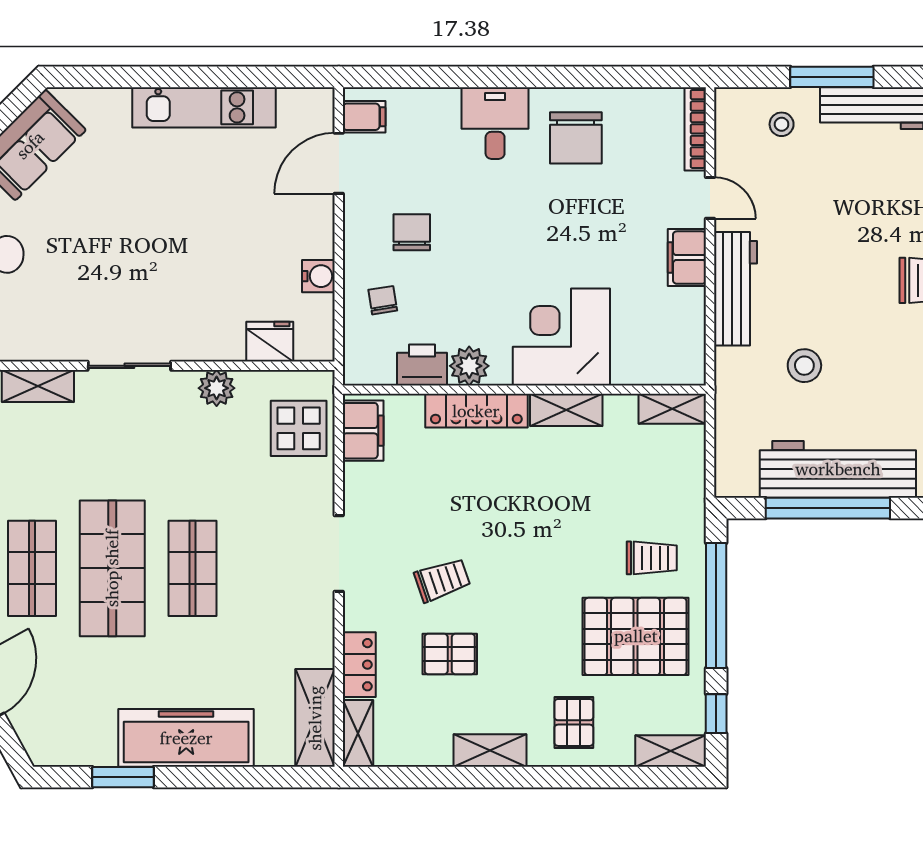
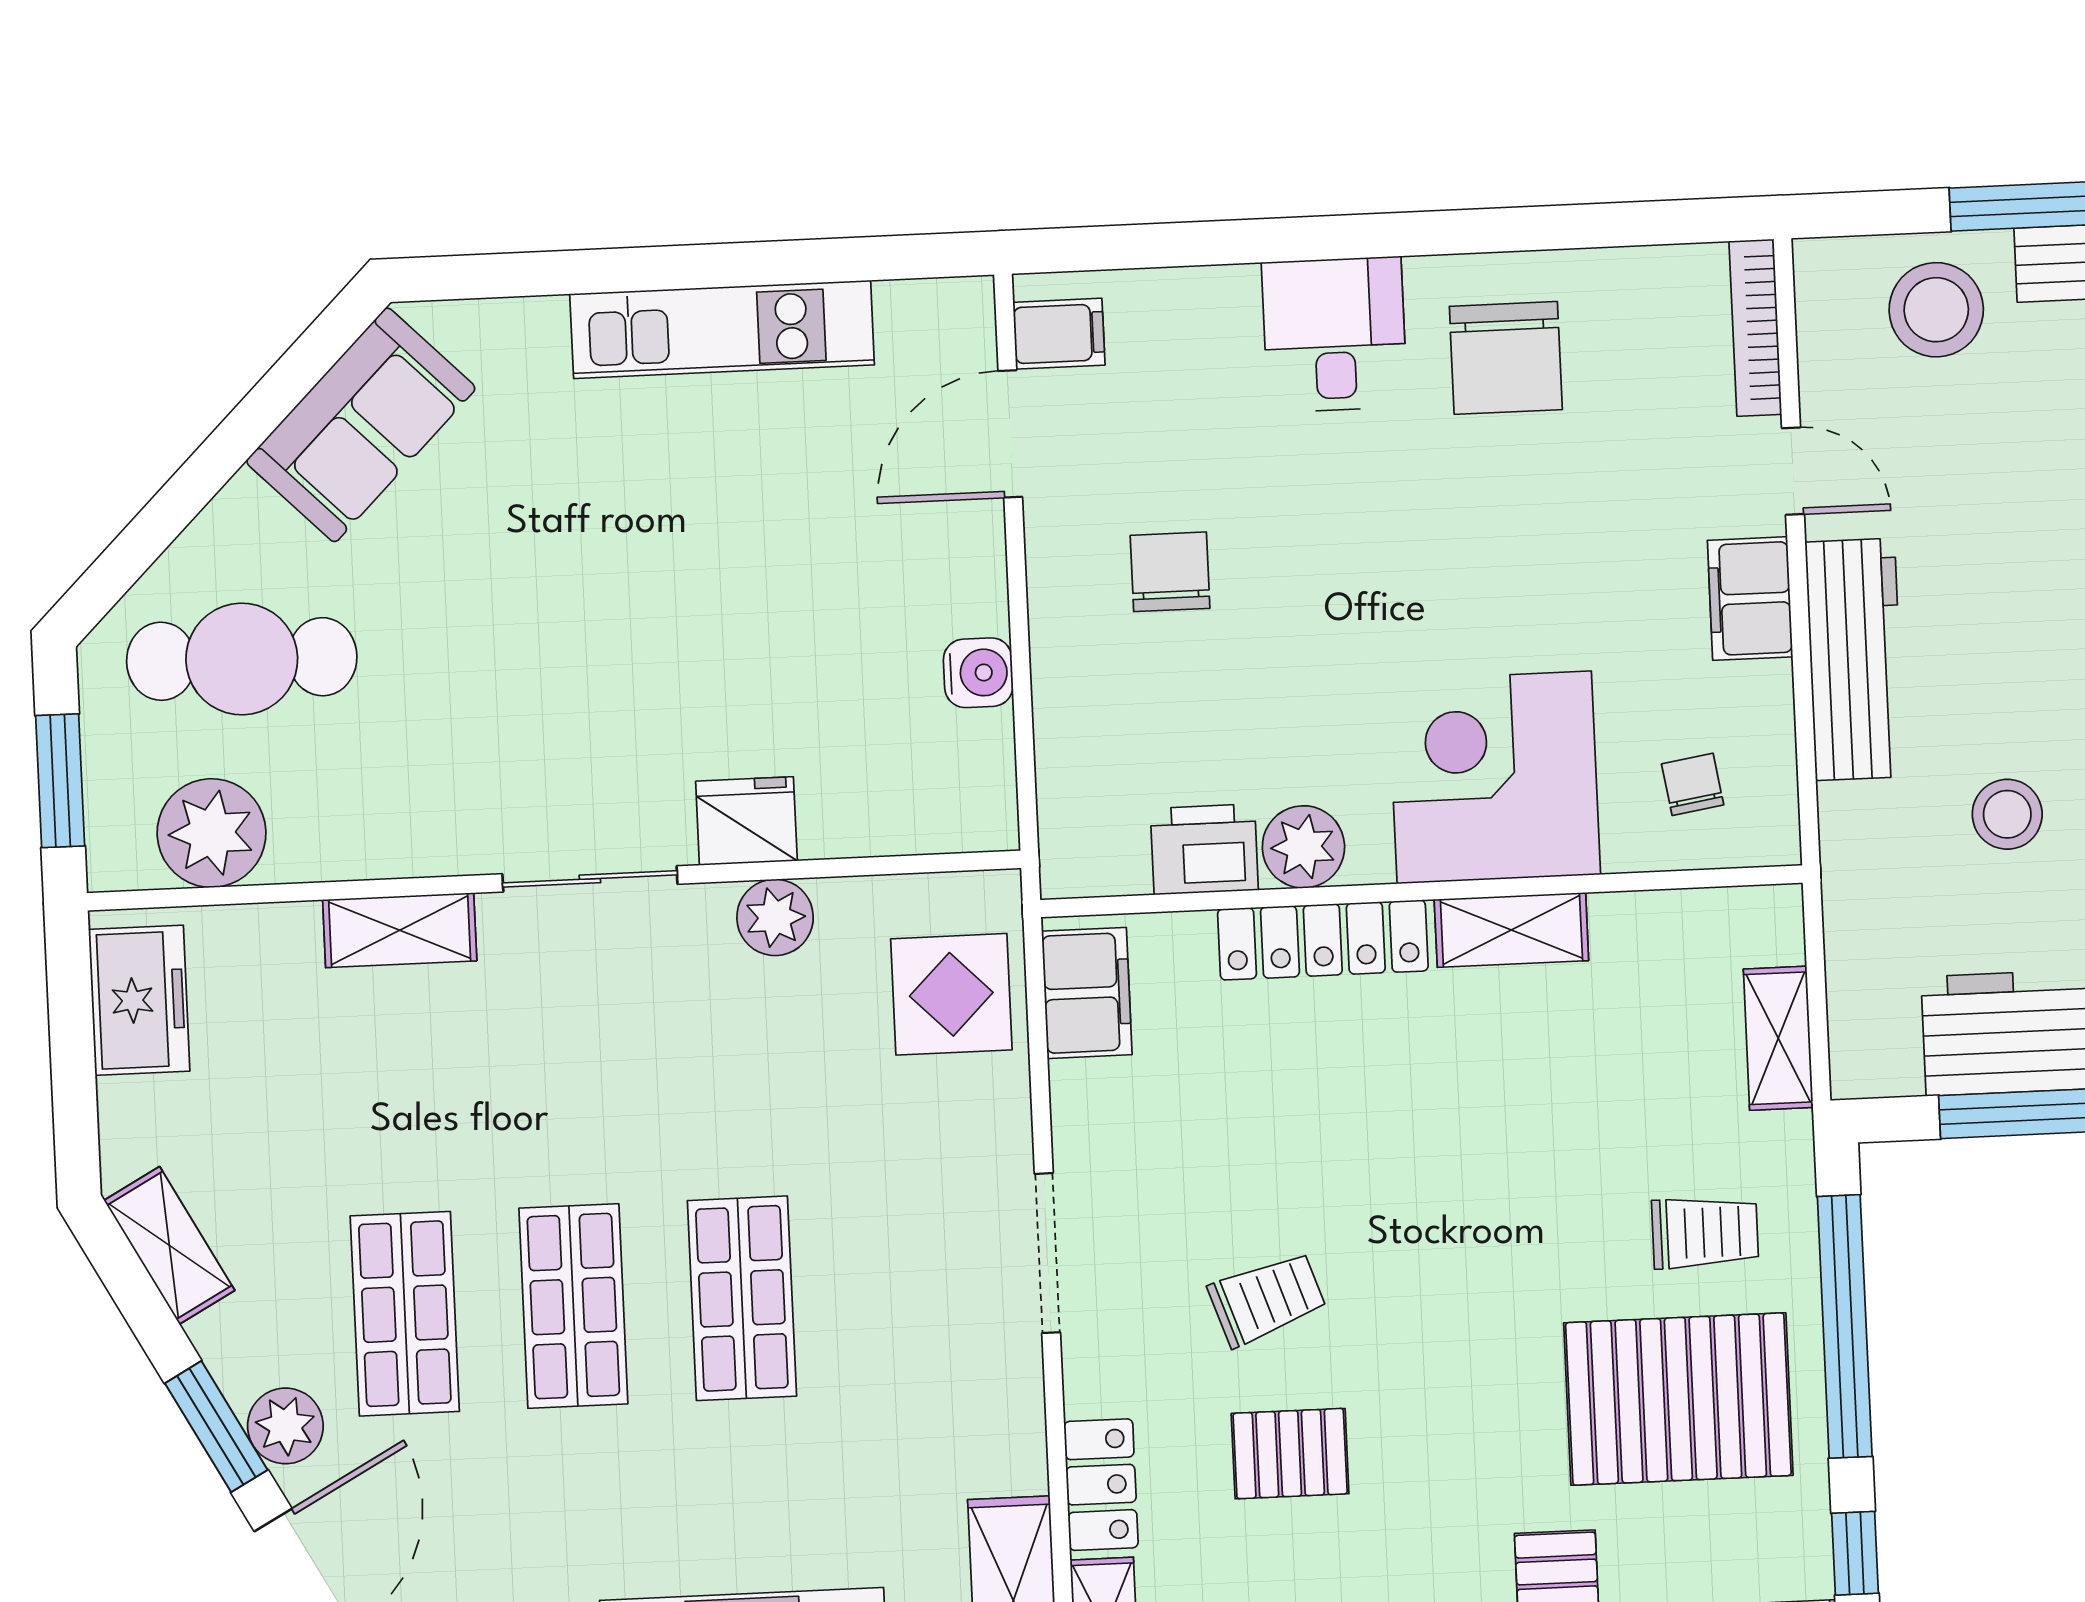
stool: (782, 124) -> (1936, 310), width x1.89, depth x1.89
chair: (383, 300) -> (1693, 784), moved
fridge: (270, 342) -> (746, 821), moved
shelving: (672, 409) -> (1778, 1038), moved, turned 90
shop shelf: (112, 568) -> (573, 1306), width x0.70, depth x0.74

